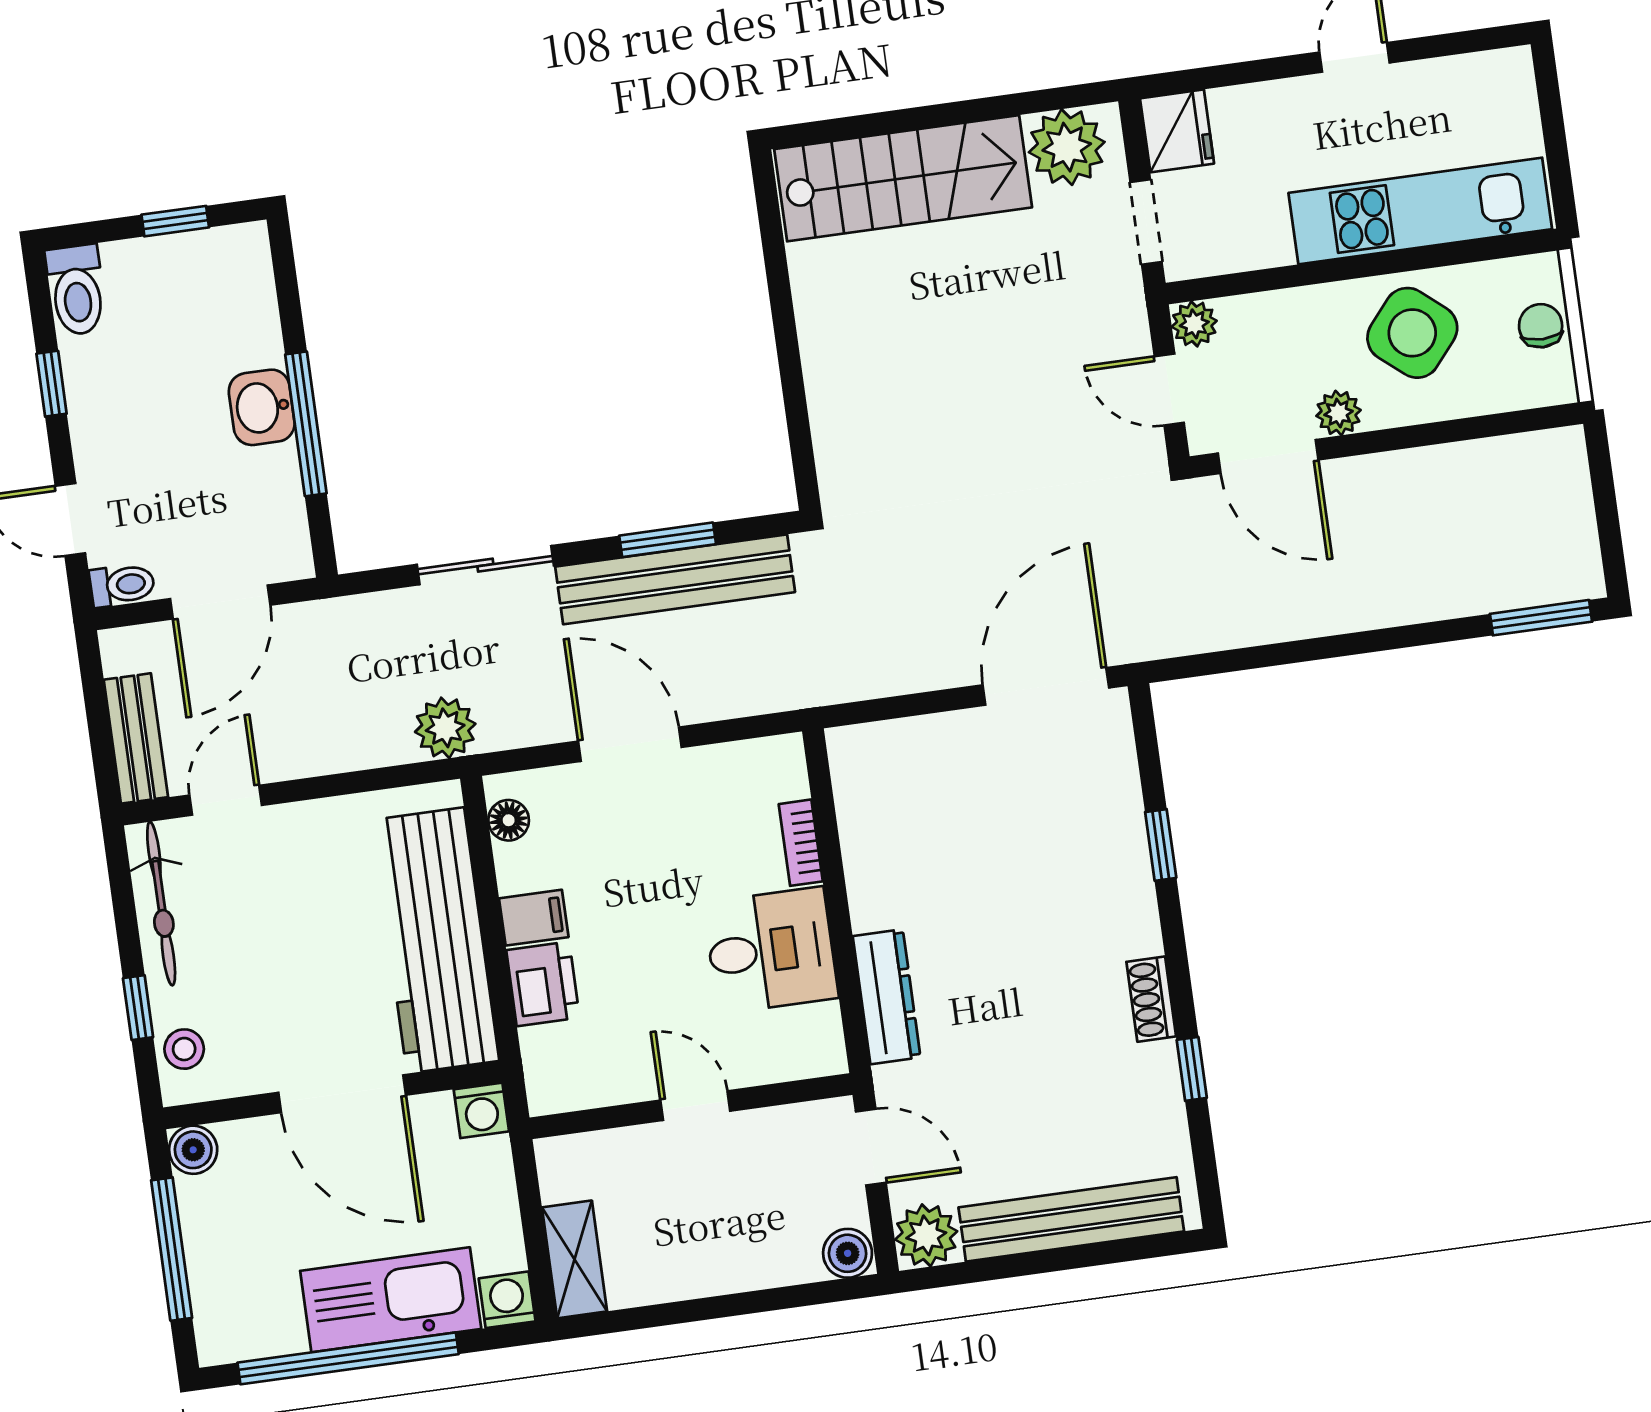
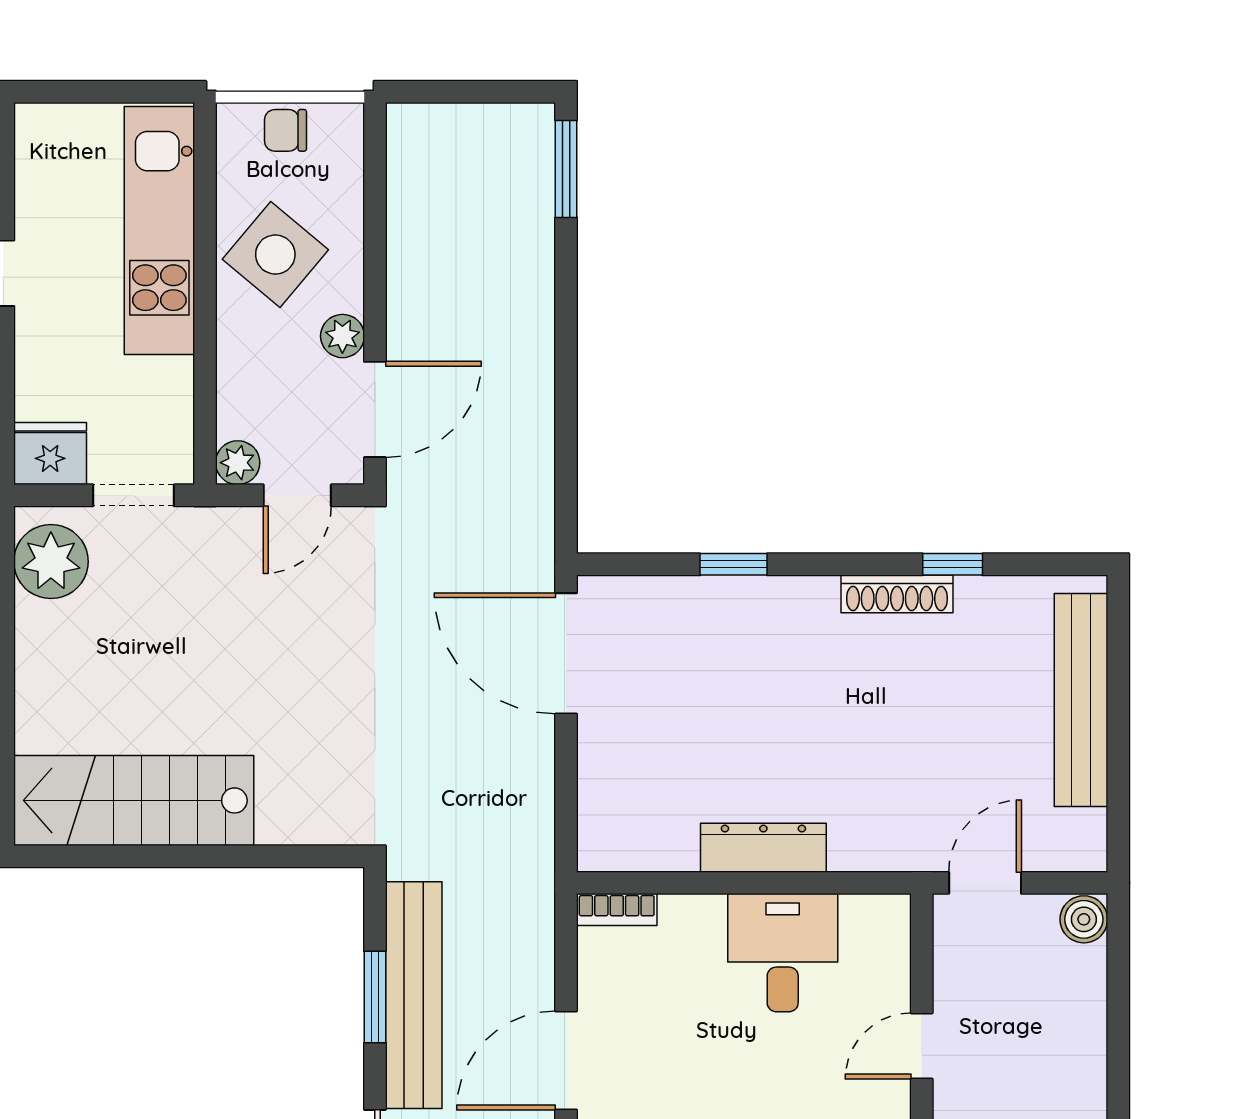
stairs: (903, 178) -> (134, 800), moved, turned -90
bookcase: (801, 843) -> (617, 910), moved
dresser: (887, 997) -> (763, 848), moved
shoe rack: (1151, 999) -> (897, 594), width x1.43
plant: (926, 1235) -> (1077, 841), removed

